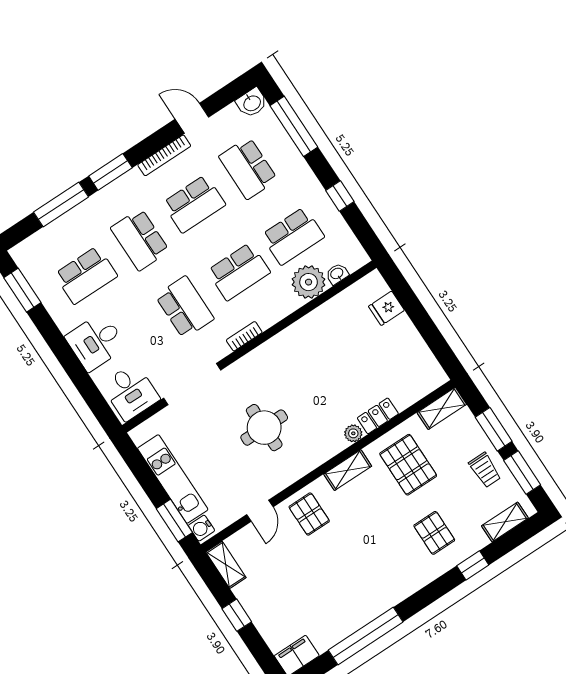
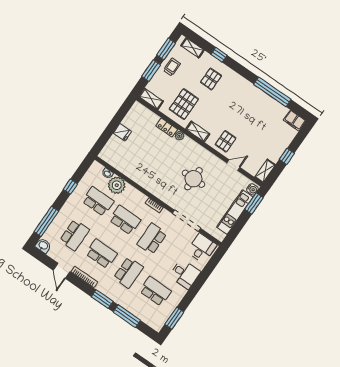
fridge: (386, 308) -> (122, 132), moved

